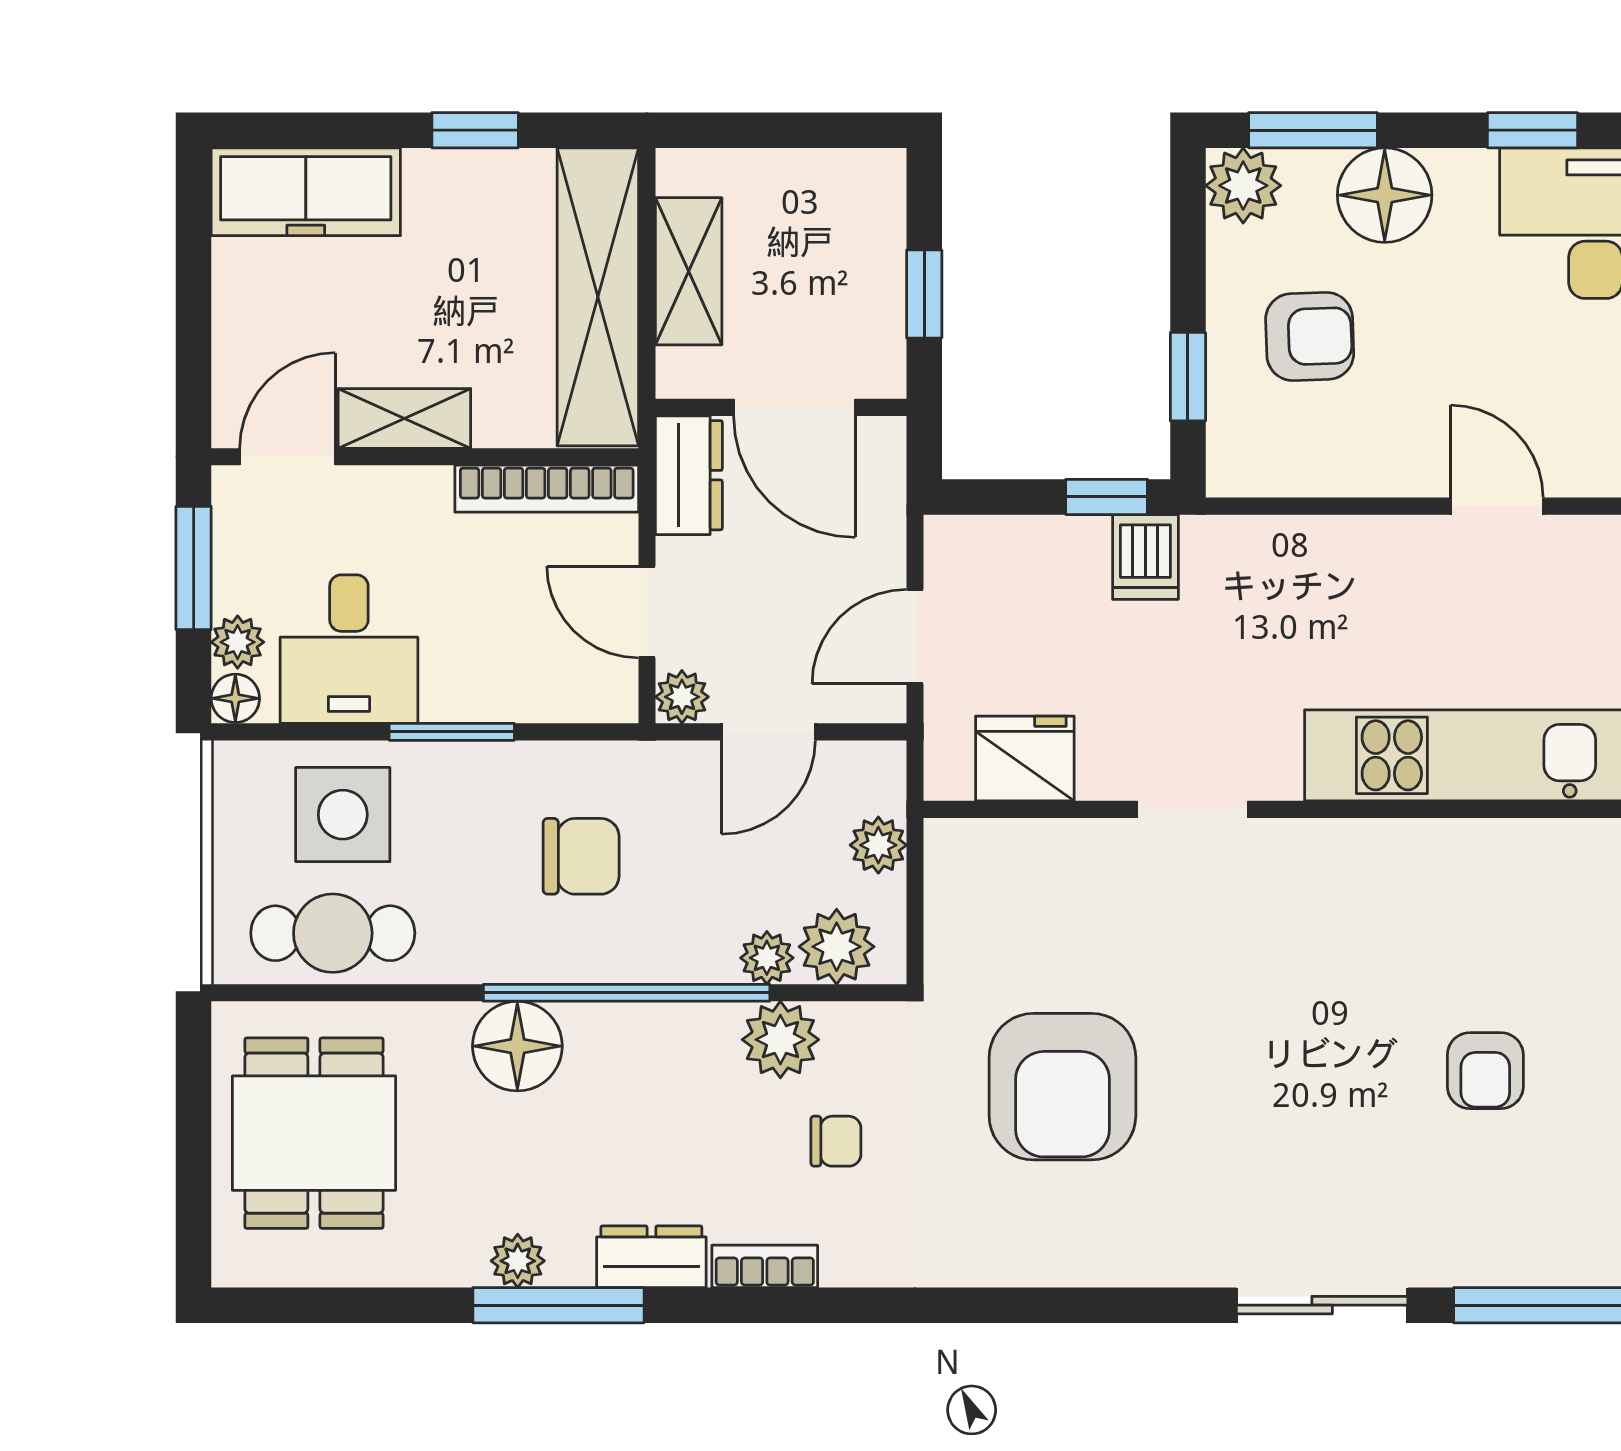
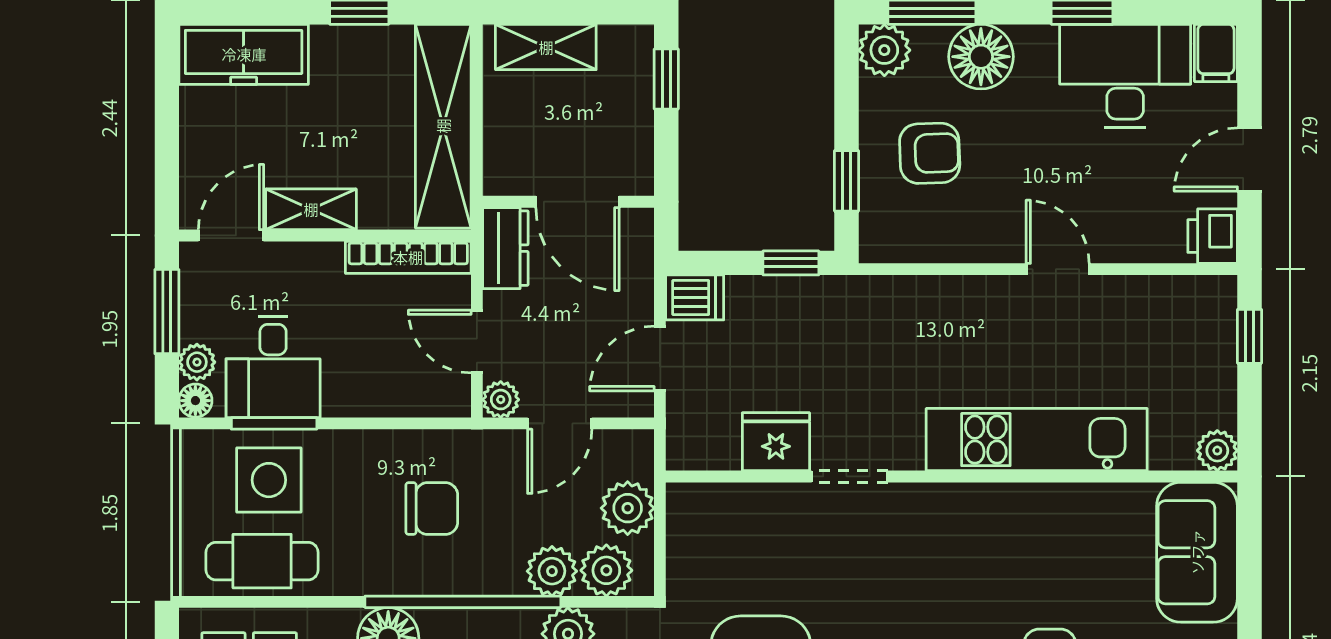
shelving: (689, 271) -> (546, 47), moved, turned 90
window: (924, 294) -> (666, 79), moved
dishwasher: (1145, 557) -> (695, 297), moved, turned -90
window: (452, 732) -> (274, 423), moved
fridge: (1025, 758) -> (776, 442), moved
plant: (878, 845) -> (628, 508), width x1.38, depth x1.38
plant: (767, 958) -> (552, 571), width x1.38, depth x1.38

